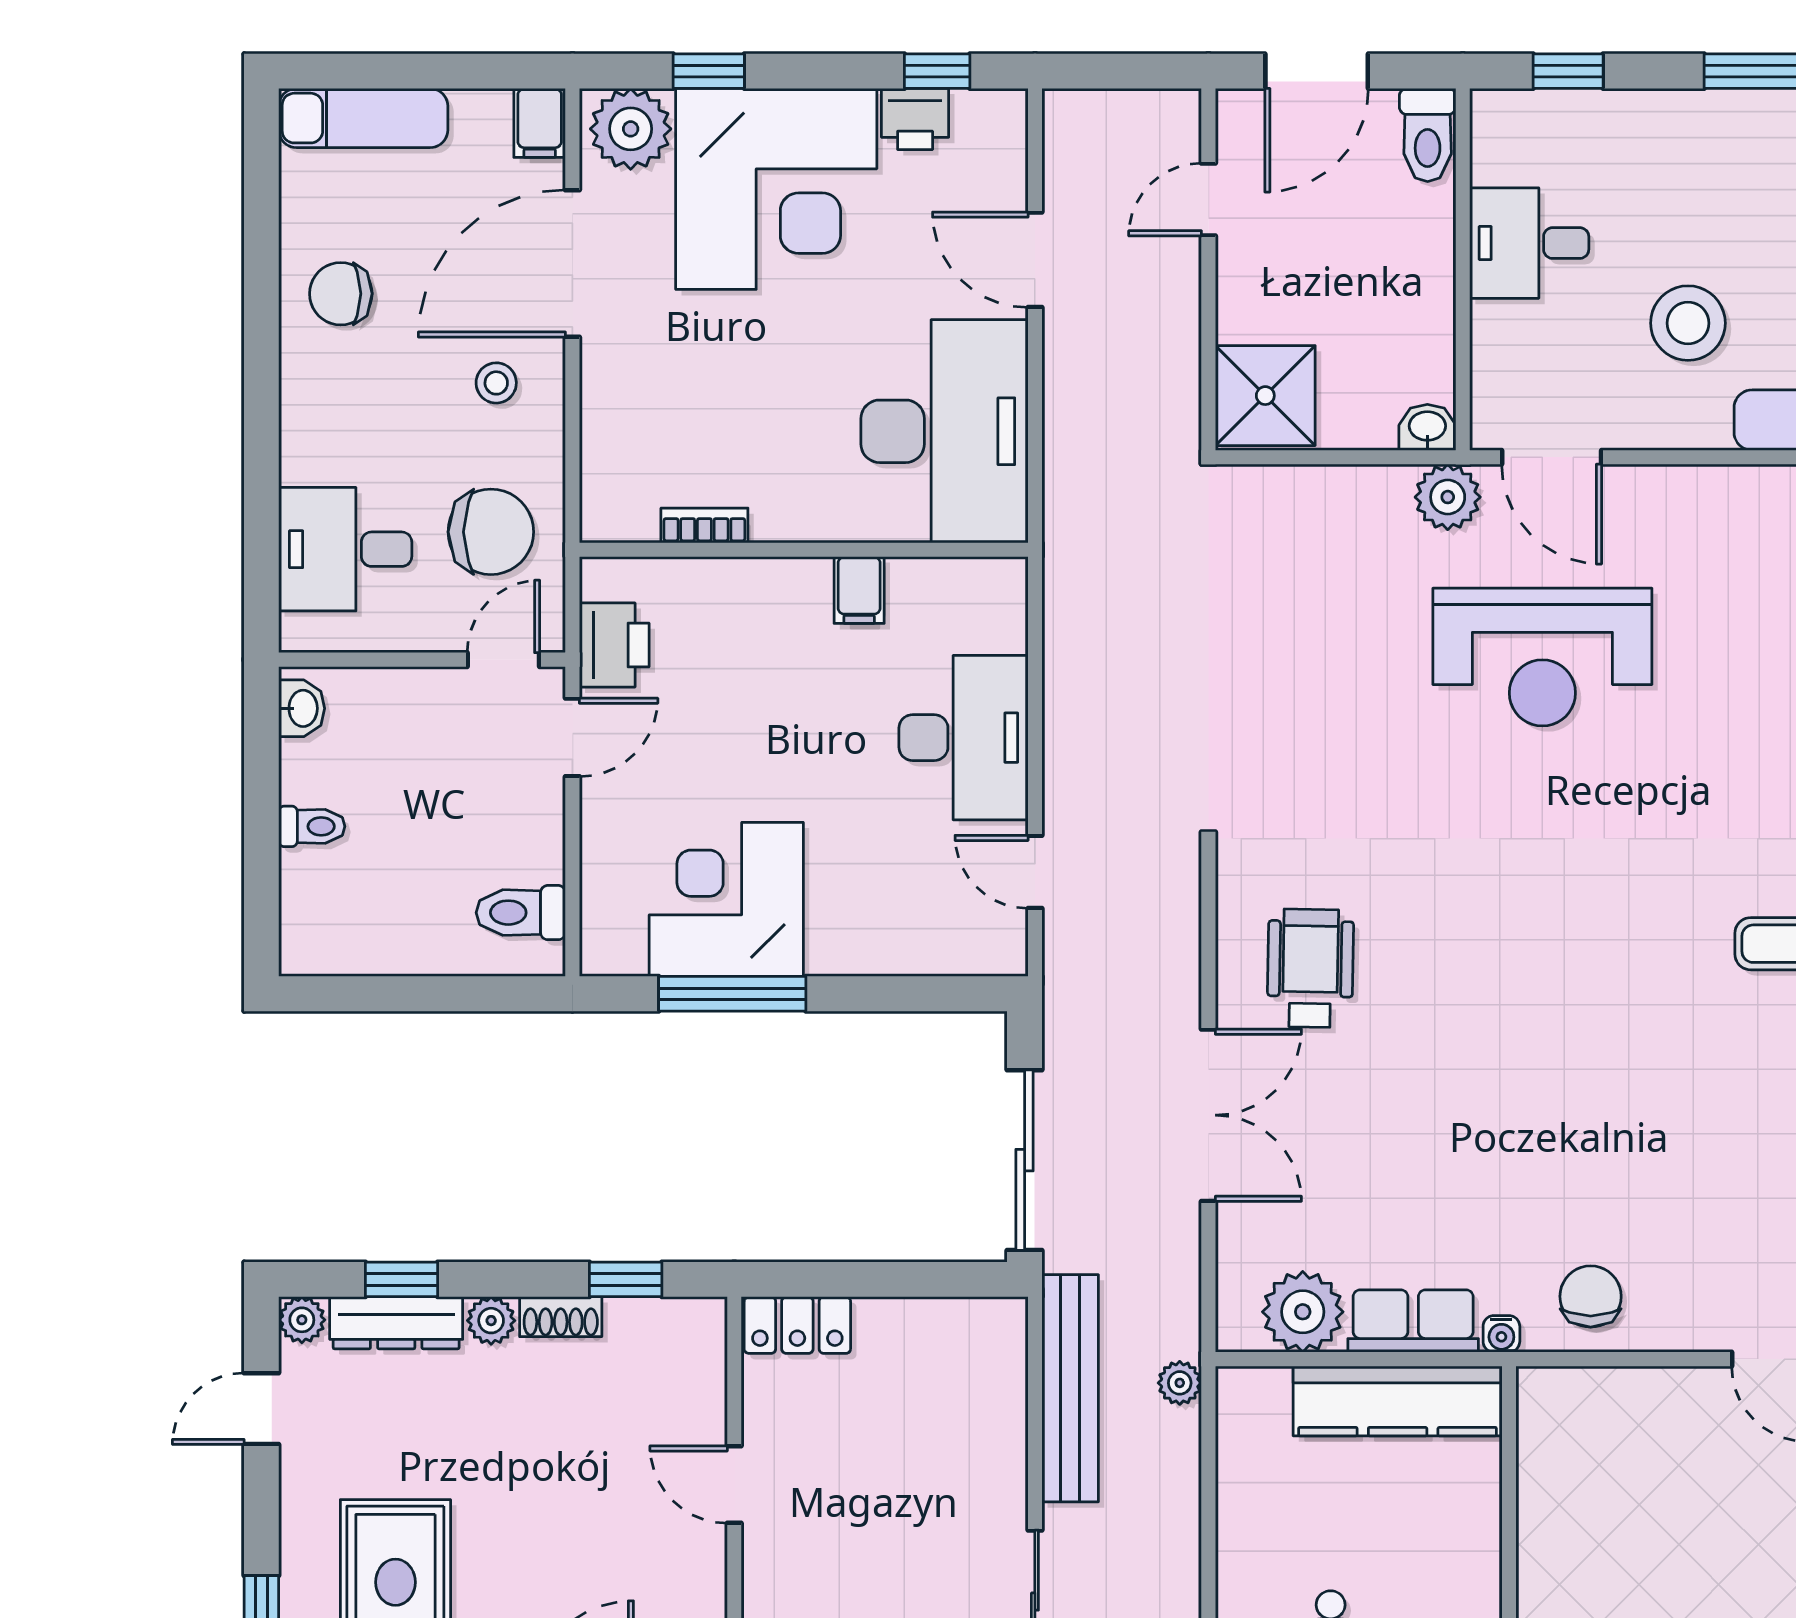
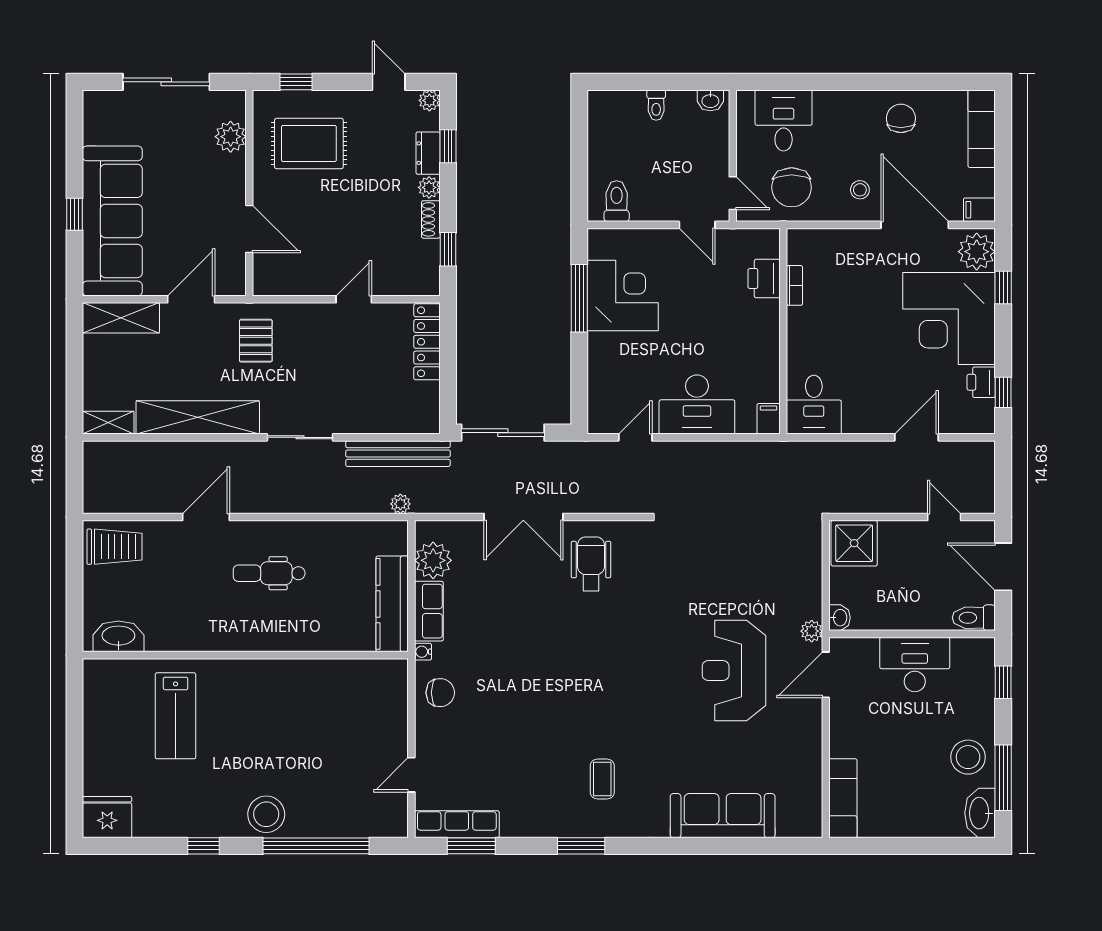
desk: (1529, 243) -> (915, 664), width x1.37
stool: (1688, 323) -> (968, 757), moved
desk: (944, 431) -> (814, 405), width x0.53, depth x0.77
plant: (1448, 497) -> (812, 631), width x0.73, depth x0.73
filing cabinet: (859, 590) -> (769, 419), moved, turned 90
printer: (614, 645) -> (764, 279), moved, turned 90
wheelchair: (1310, 968) -> (591, 564), turned -91
dresser: (396, 1323) -> (428, 153), width x0.70
locker: (797, 1325) -> (427, 342), width x1.53

